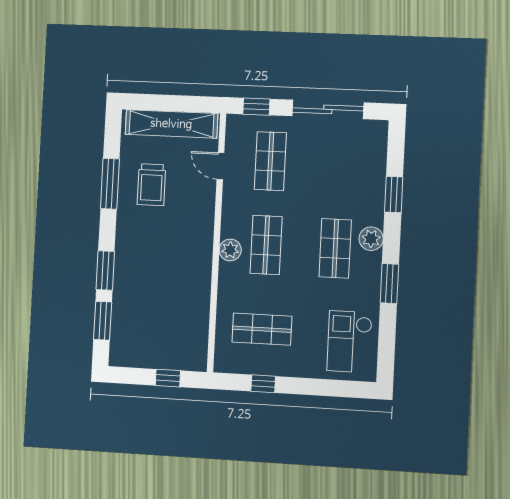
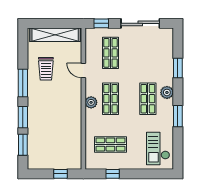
door: (220, 166) -> (83, 70), moved
window: (110, 184) -> (23, 83), moved

